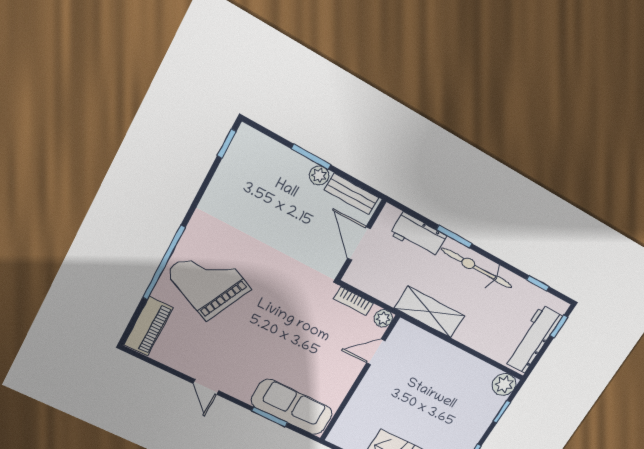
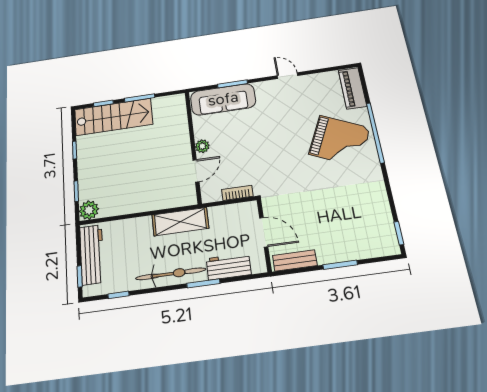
plant: (319, 175) -> (325, 257), removed
plant: (383, 318) -> (202, 146), moved

